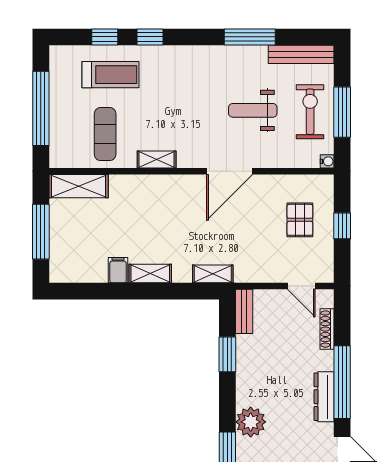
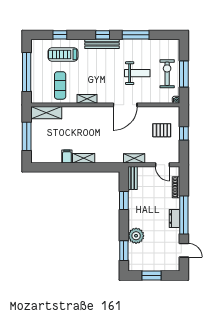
window: (150, 37) -> (103, 35), moved
bench: (301, 54) -> (102, 44), moved
treadmill: (111, 75) -> (63, 54), turned 180
weight bench: (253, 110) -> (137, 73), turned 180
pallet: (300, 220) -> (162, 130), turned 90
shelving: (213, 274) -> (134, 158), moved
dresser: (324, 397) -> (174, 219), width x0.70

